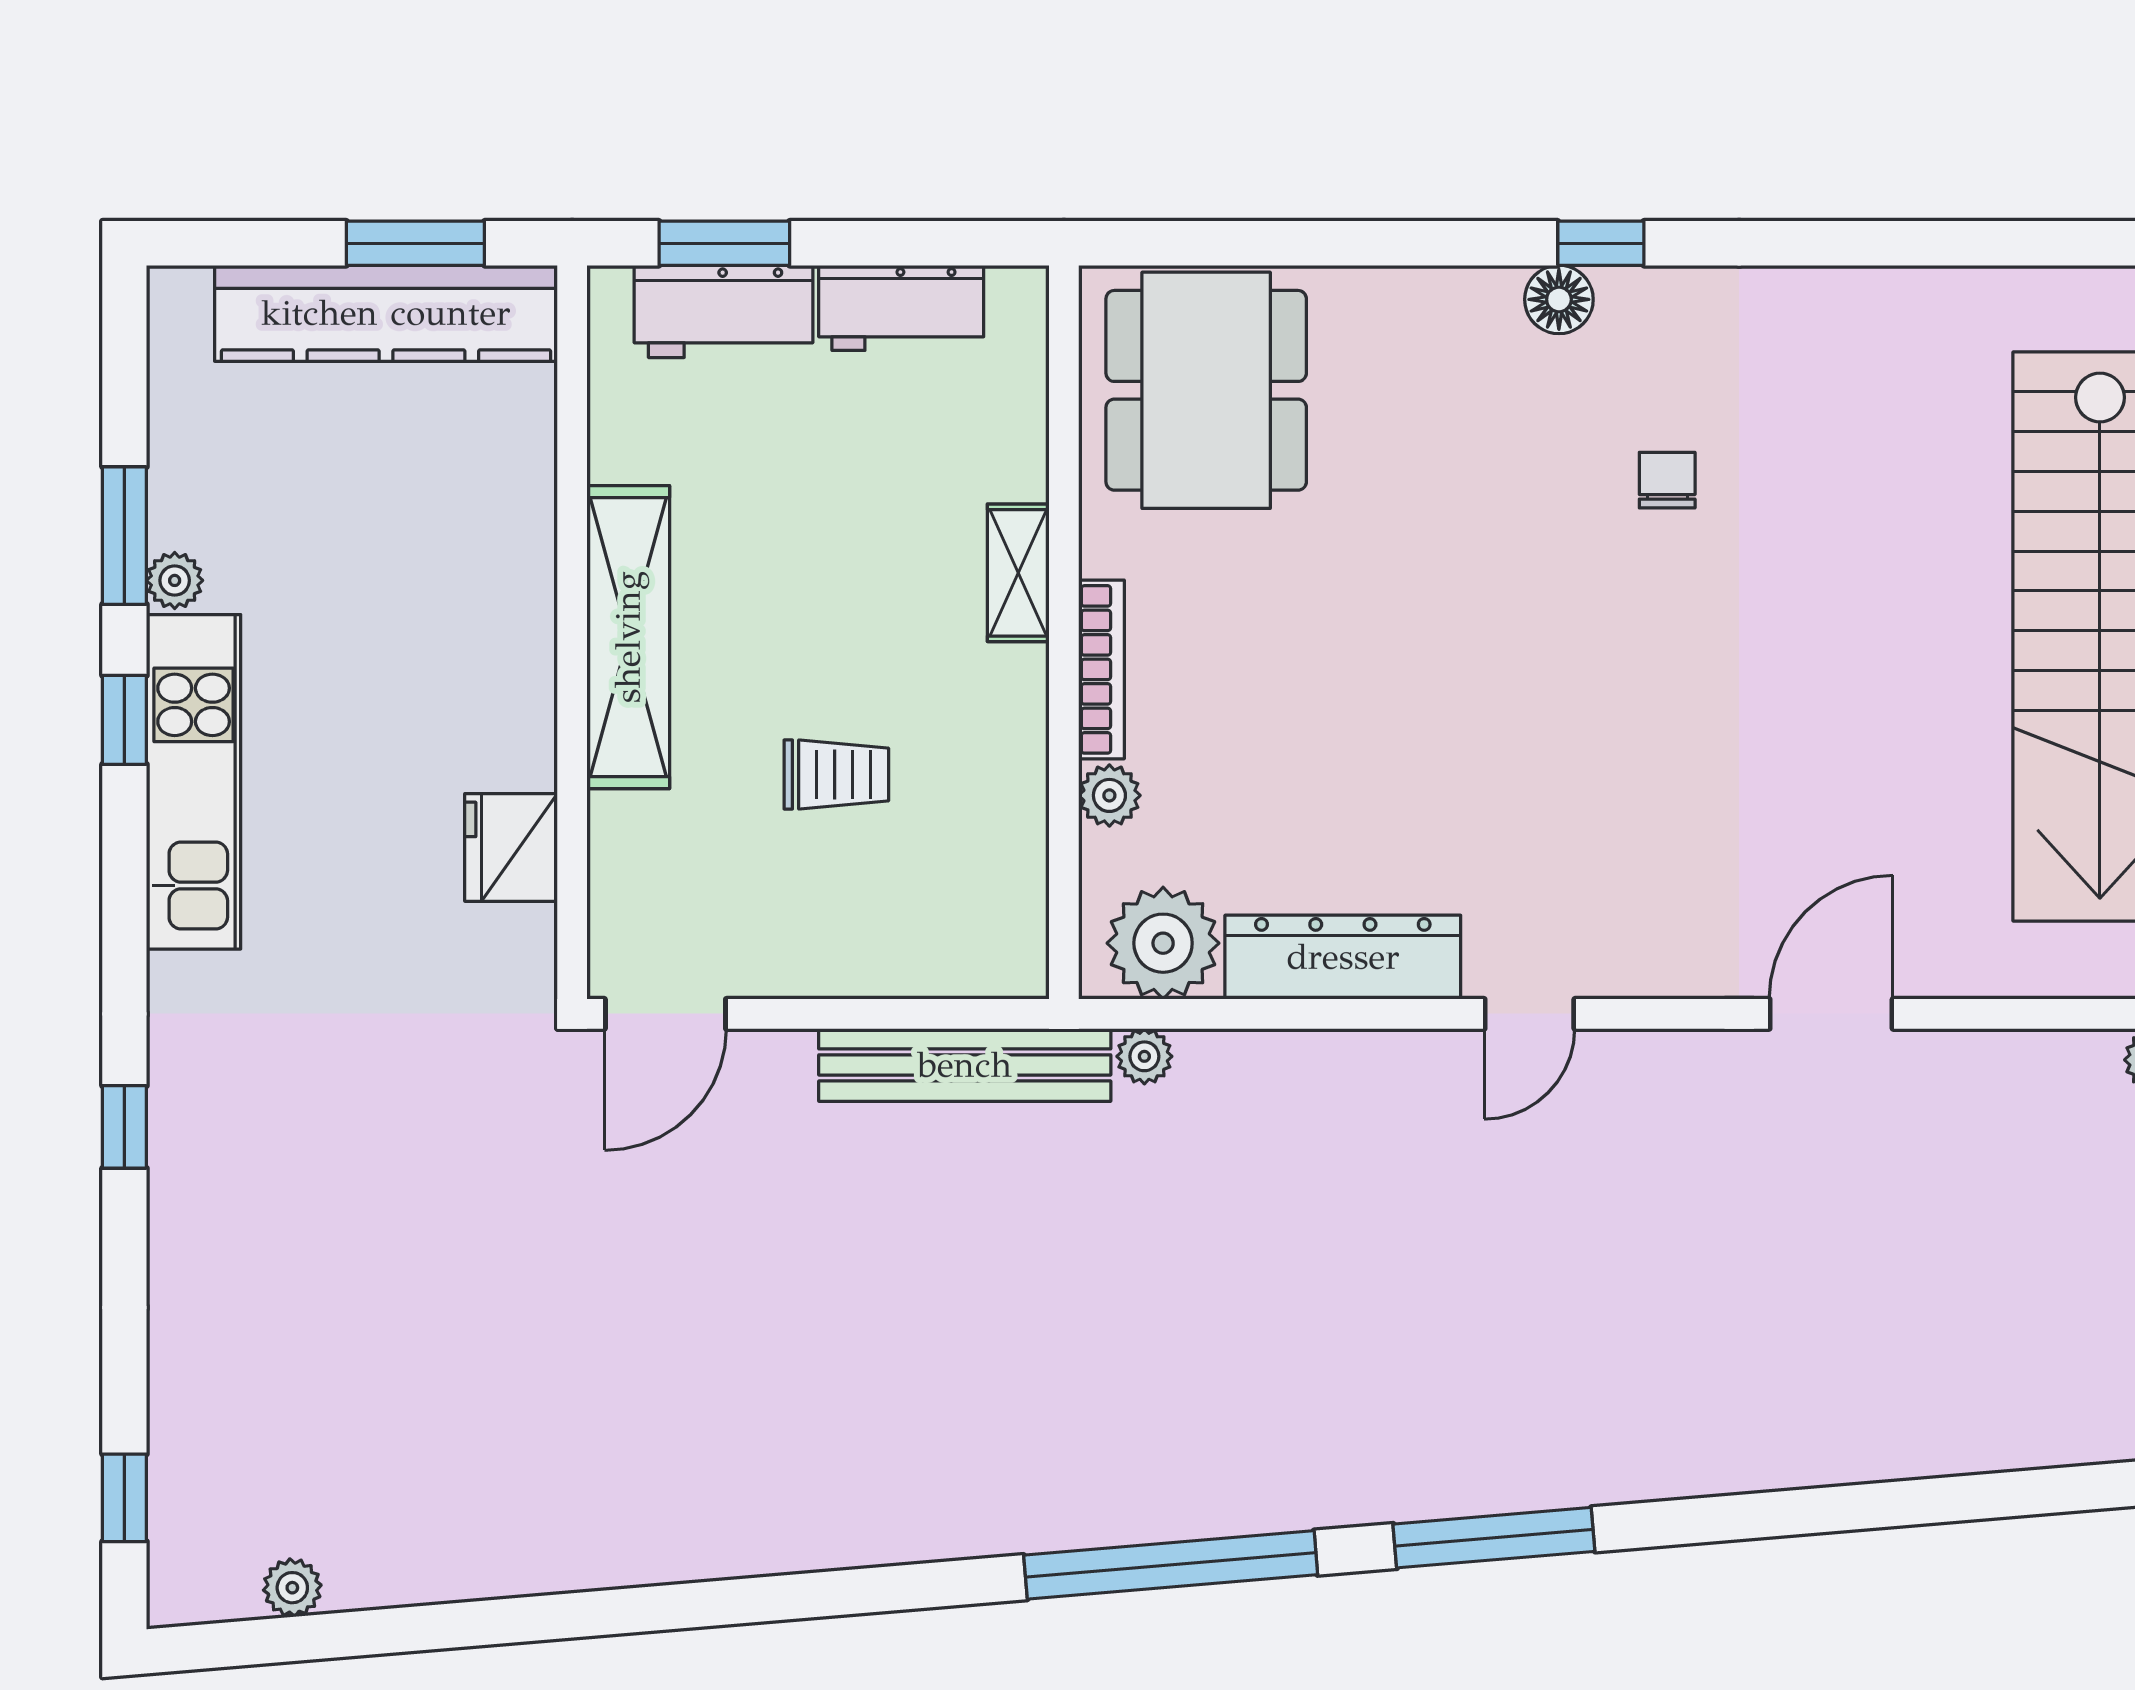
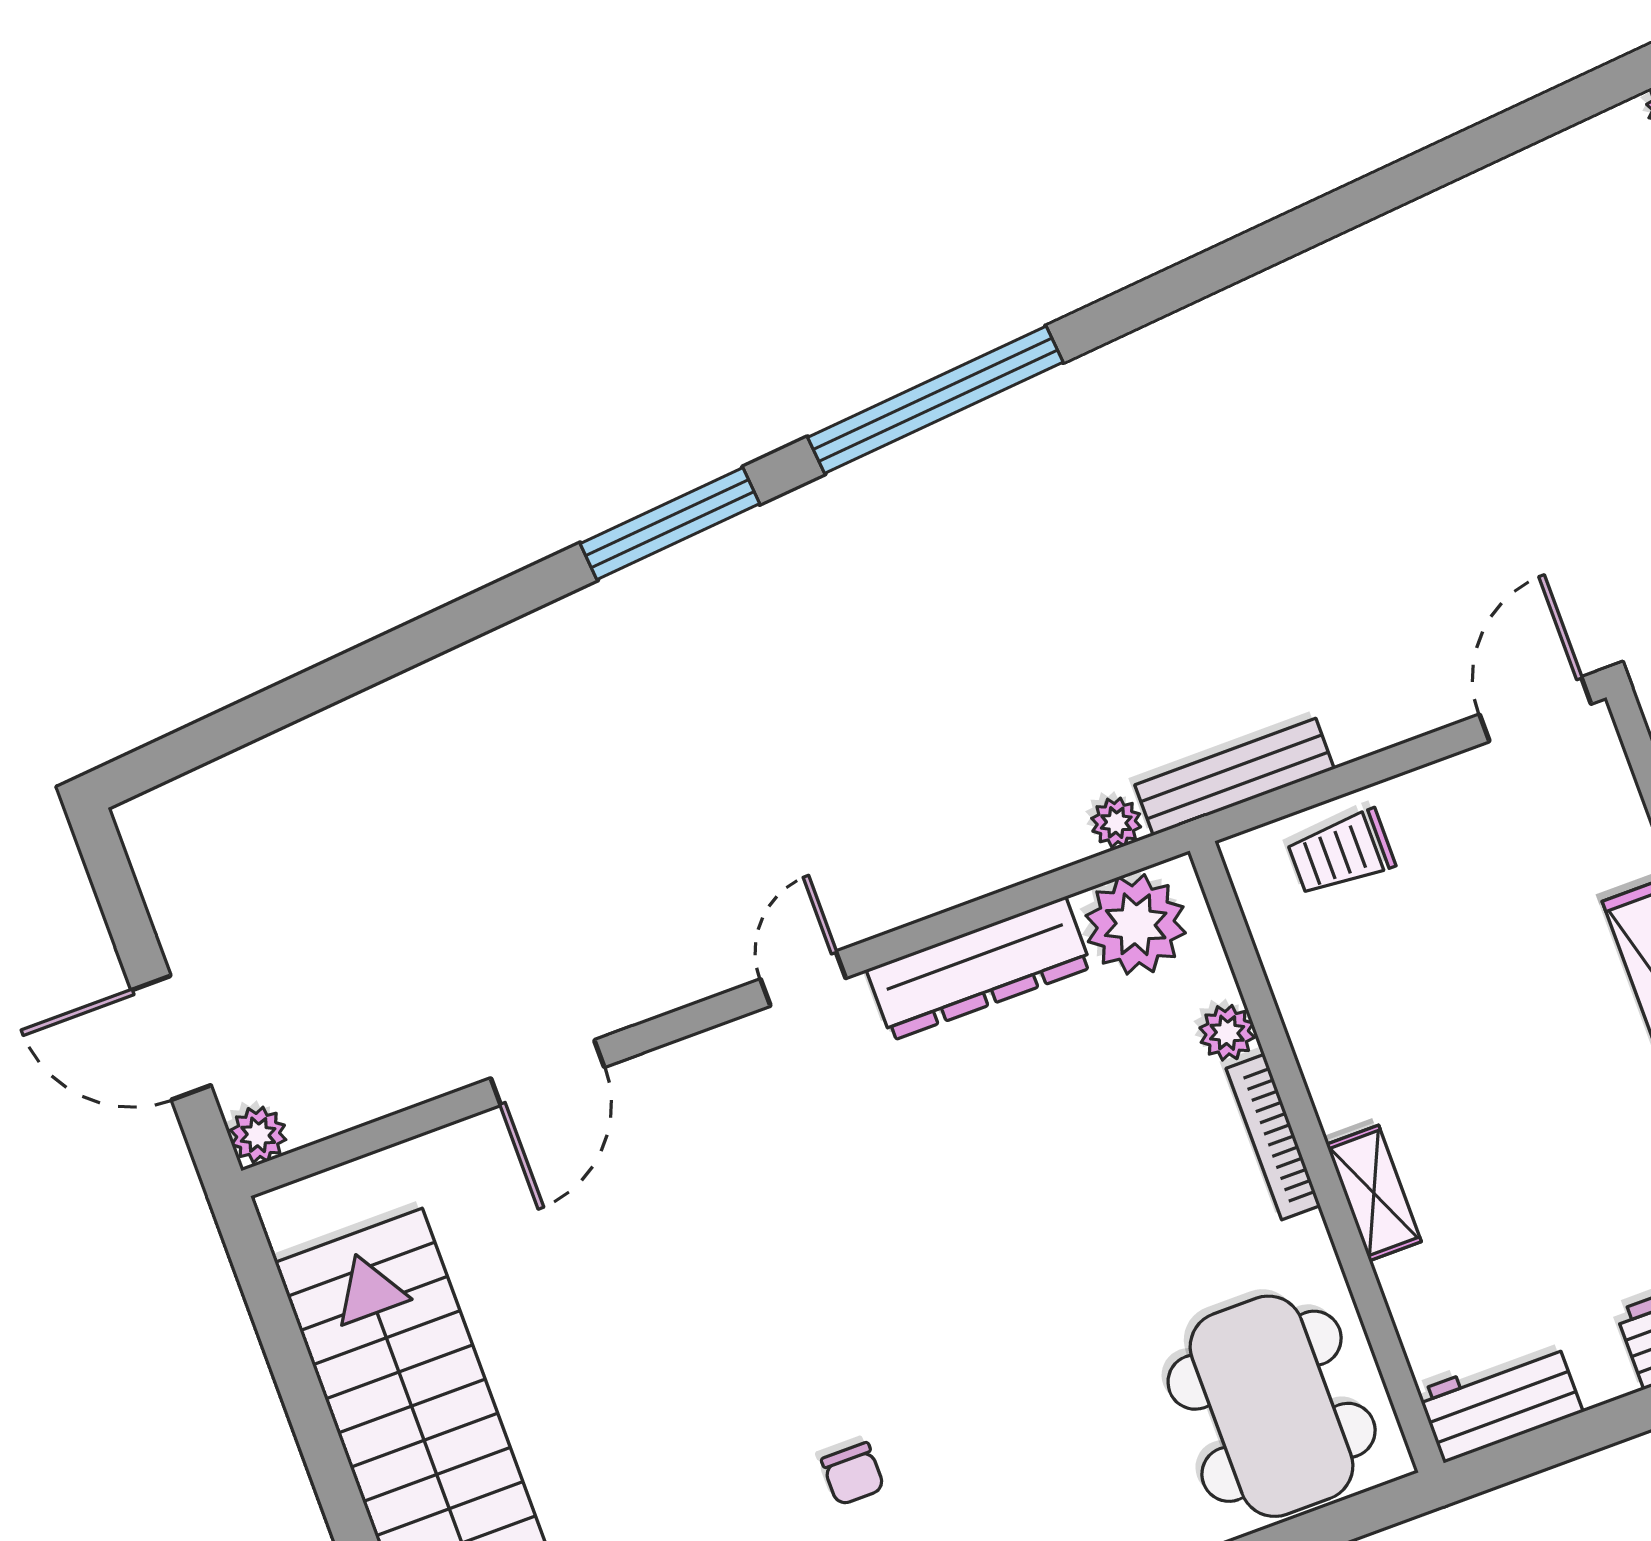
workbench: (901, 308) -> (1500, 1401), moved
trolley: (836, 775) -> (1341, 853), moved
bench: (965, 1065) -> (1235, 777), width x0.73, depth x0.82

